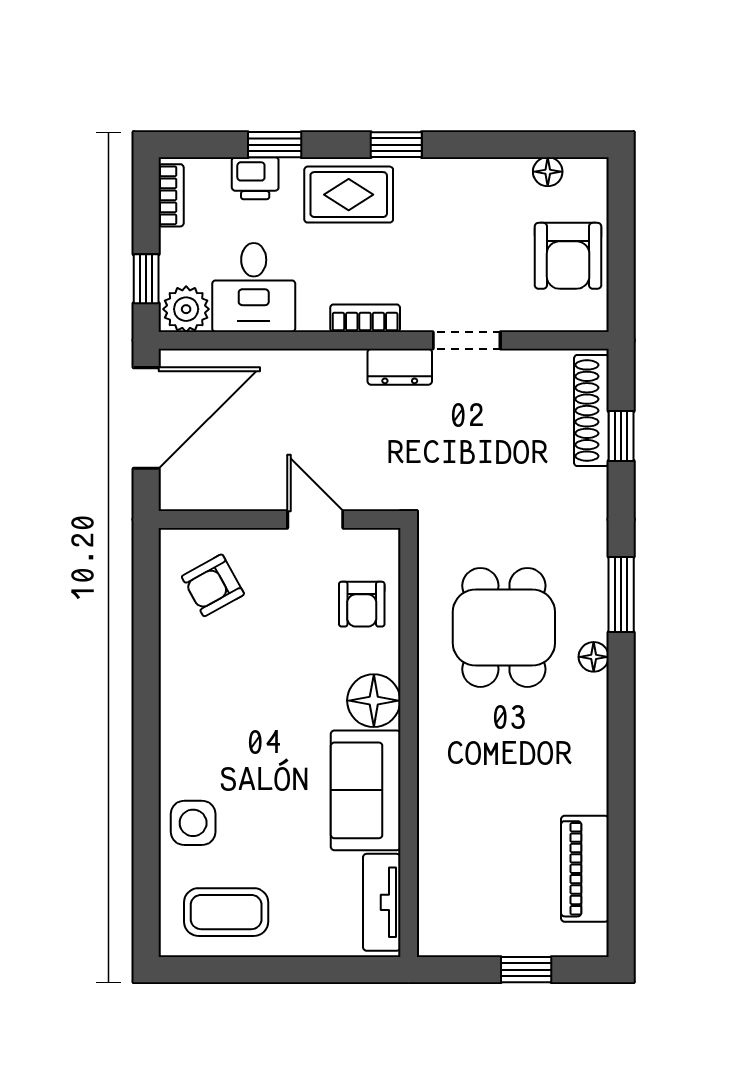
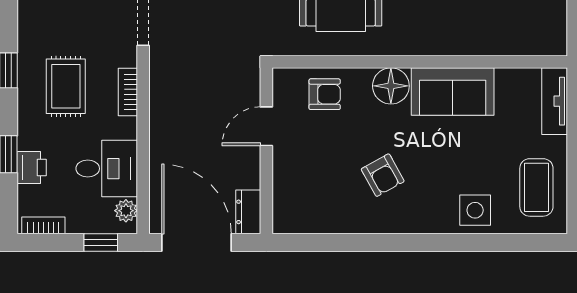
rug: (349, 195) -> (66, 86), moved
plant: (186, 309) -> (126, 211), width x0.73, depth x0.73
dresser: (400, 367) -> (248, 212), moved, turned 180
armchair: (213, 585) -> (383, 175), moved
tv unit: (382, 902) -> (555, 101), moved, turned 90

